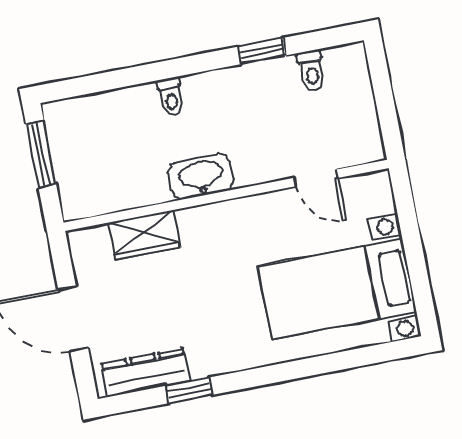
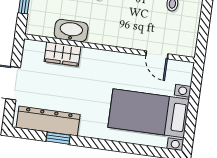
washbasin: (201, 177) -> (71, 31), moved
dresser: (145, 373) -> (48, 121), width x1.37, depth x1.24

